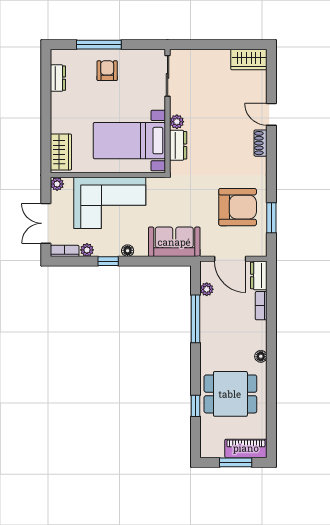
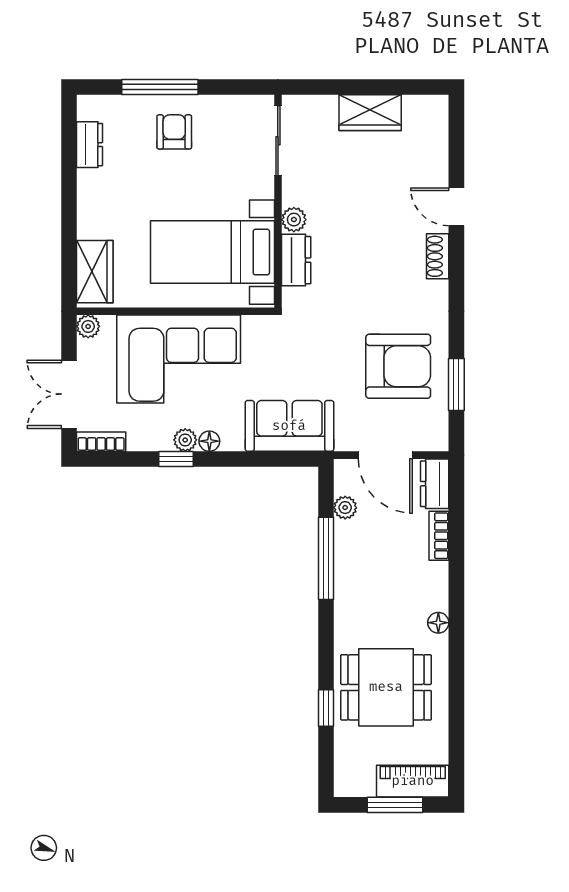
wardrobe: (249, 59) -> (370, 113), moved
plant: (87, 250) -> (185, 440), moved

